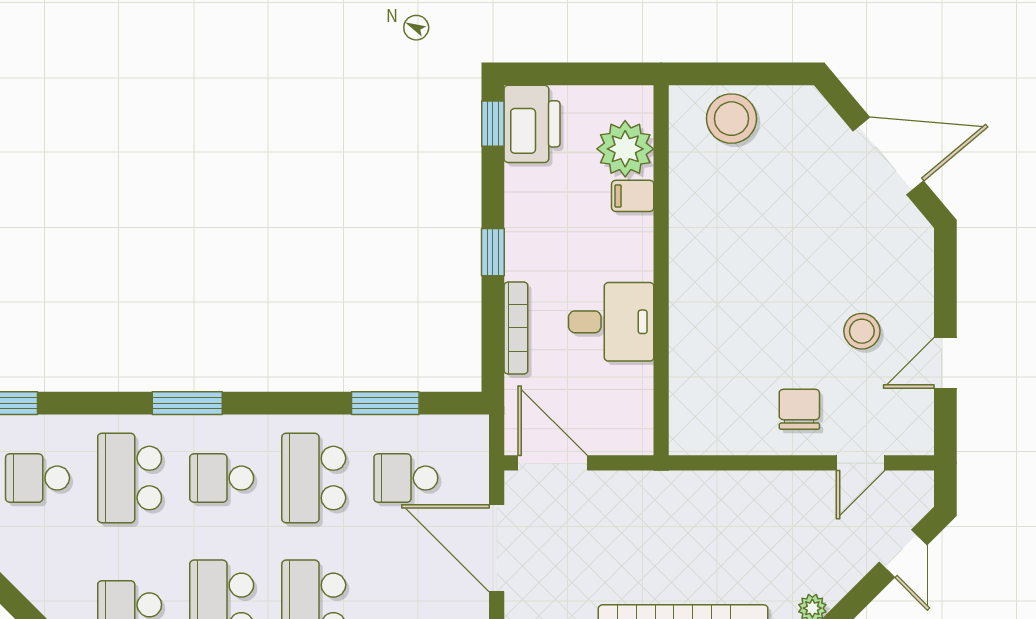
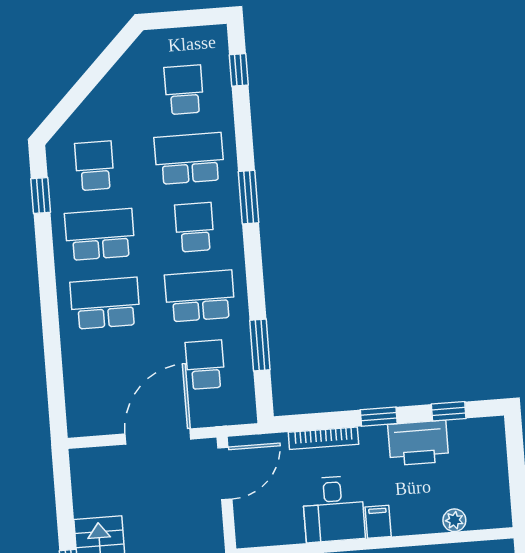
window: (493, 124) -> (449, 411), moved
printer: (532, 124) -> (418, 443), moved
plant: (625, 149) -> (454, 520), width x0.53, depth x0.53
filing cabinet: (633, 196) -> (378, 522), moved

